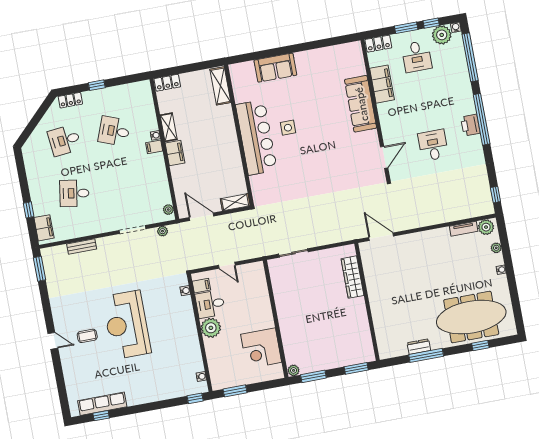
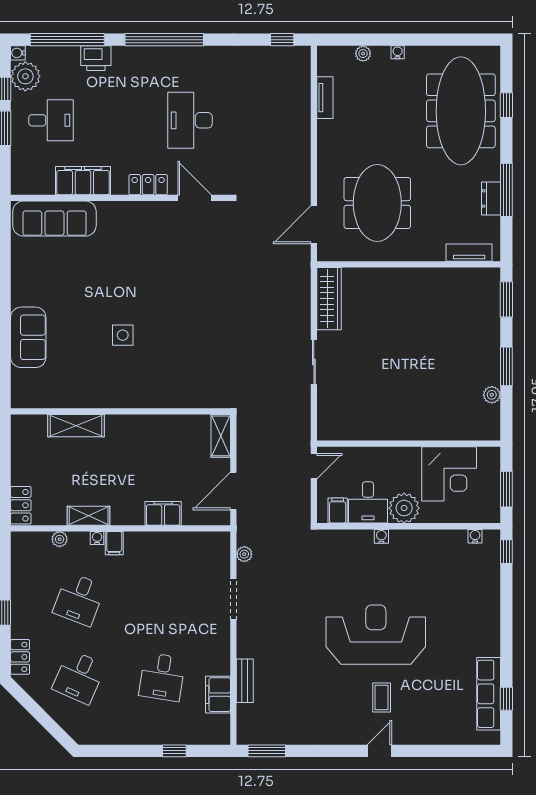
locker: (378, 44) -> (148, 185), moved, turned -90
shelving: (220, 86) -> (76, 426), moved
sofa: (361, 104) -> (54, 219), moved
printer: (470, 125) -> (96, 58), moved
bar counter: (256, 137) -> (129, 386), removed
desk: (65, 140) -> (79, 677), turned 30
desk: (433, 145) -> (190, 120), width x1.37
filing cabinet: (175, 153) -> (163, 513), moved
plant: (168, 210) -> (60, 539), moved
plant: (486, 227) -> (329, 63), removed
filing cabinet: (44, 228) -> (218, 695), moved, turned -90
meeting table: (402, 275) -> (377, 203), added
wardrobe: (352, 277) -> (329, 299), moved, turned -90
water cooler: (185, 291) -> (381, 536), moved
wall: (276, 319) -> (409, 444), moved
reception desk: (127, 325) -> (376, 635), turned 180
tv unit: (382, 339) -> (469, 253), added
corner desk: (261, 348) -> (449, 474), moved

